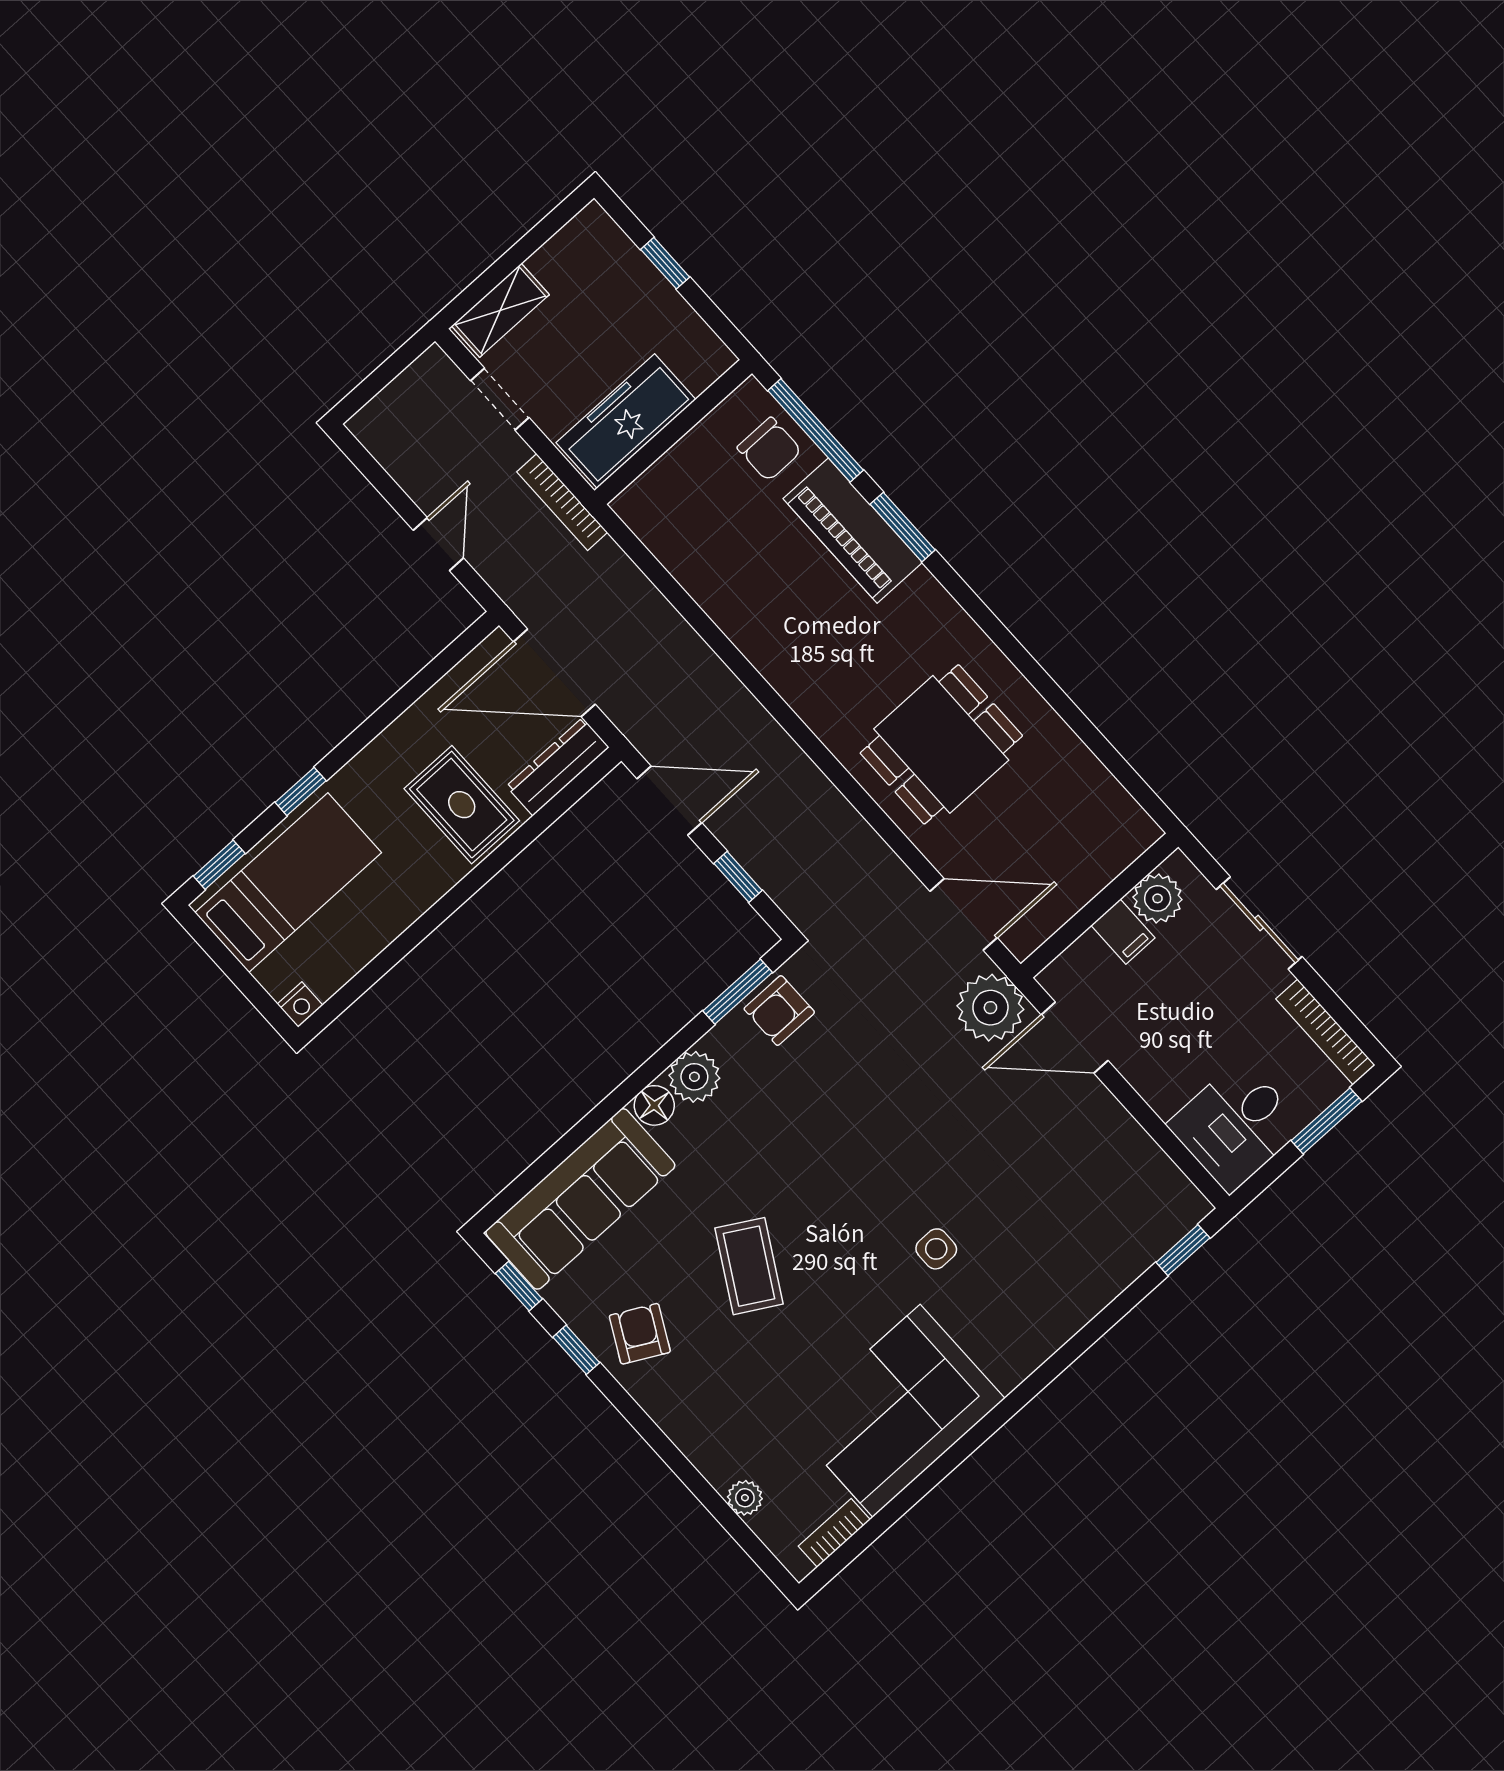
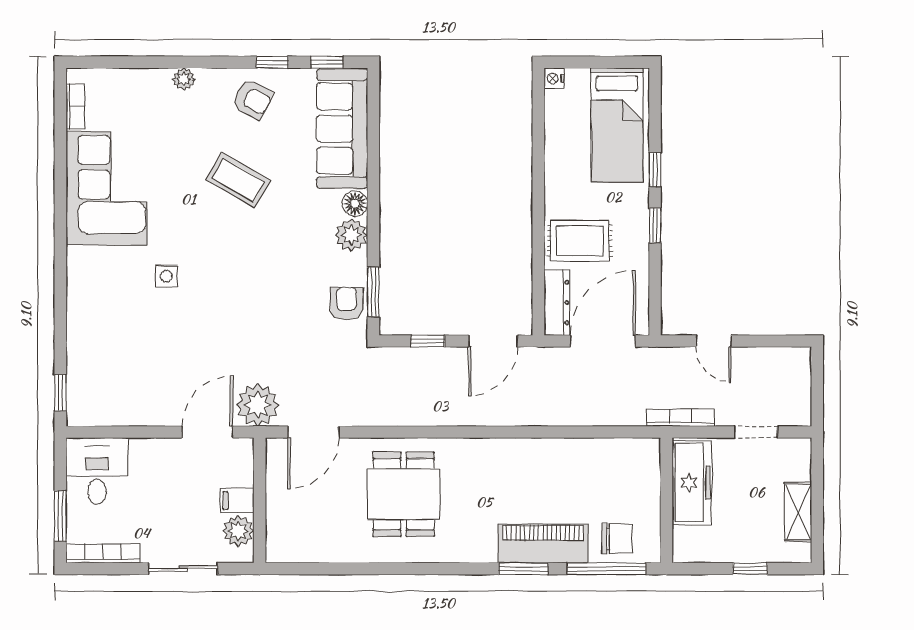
shelving: (500, 310) -> (798, 512), moved
chair: (769, 449) -> (617, 539), turned 180
window: (219, 865) -> (655, 225), moved
plant: (745, 1498) -> (184, 79), moved

